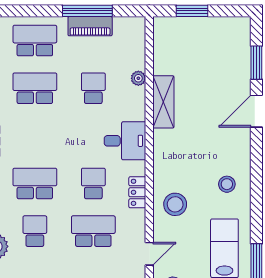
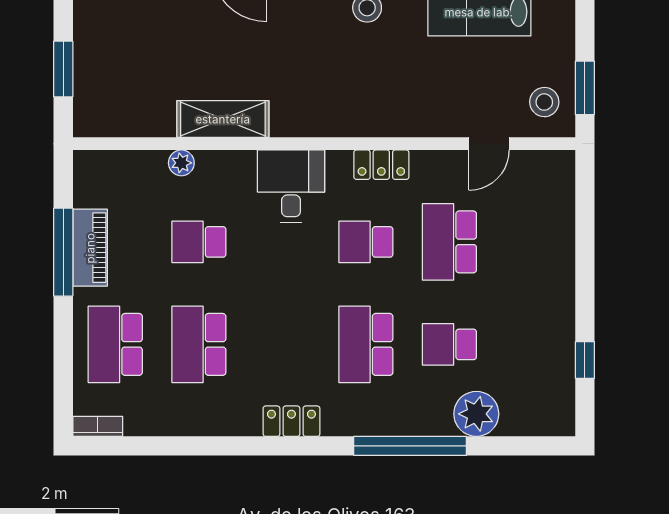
stool: (175, 204) -> (402, 98), removed
door: (149, 254) -> (489, 144), swing flipped

